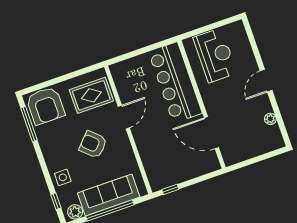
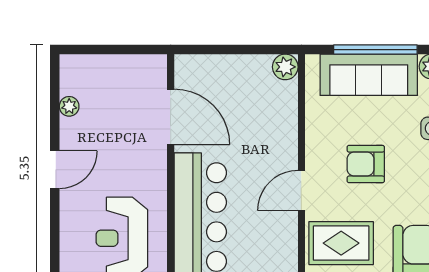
armchair: (93, 144) -> (366, 164), turned 137
plant: (157, 183) -> (285, 67), added
window: (170, 189) -> (267, 50), removed

